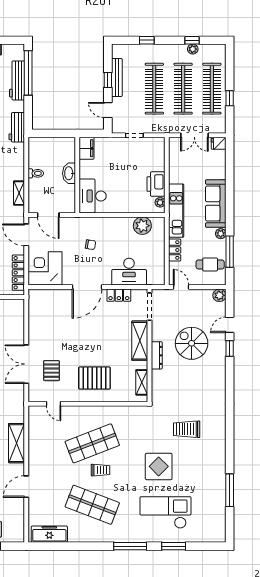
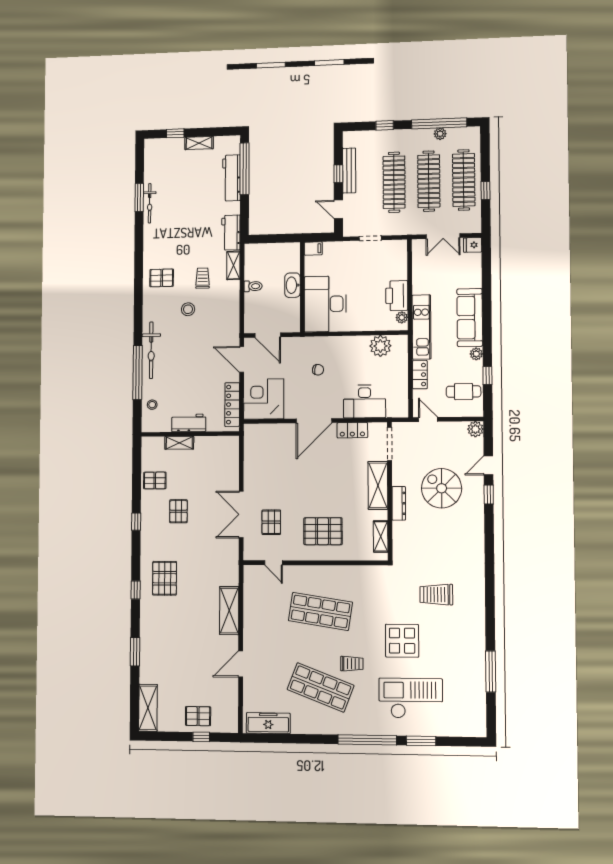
window: (192, 40) -> (439, 123), width x3.17
filing cabinet: (87, 148) -> (313, 249), width x0.50
shelving: (19, 193) -> (233, 265), moved
desk: (93, 196) -> (325, 304), width x1.36, depth x1.30
window: (230, 252) -> (487, 375), width x0.46
shop shelf: (92, 443) -> (320, 611), turned 30
trolley: (100, 470) -> (352, 664), moved
window: (130, 546) -> (367, 740), width x1.46

